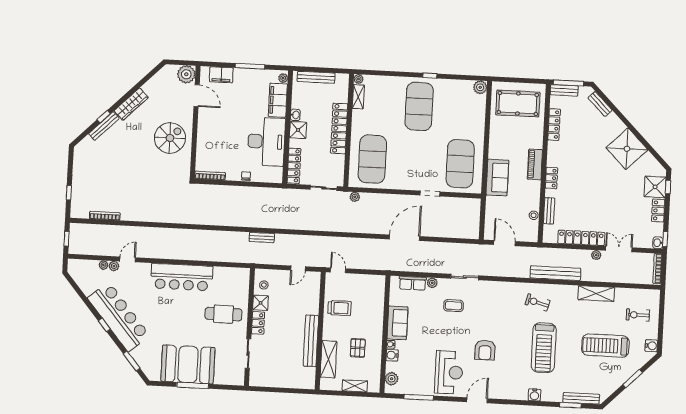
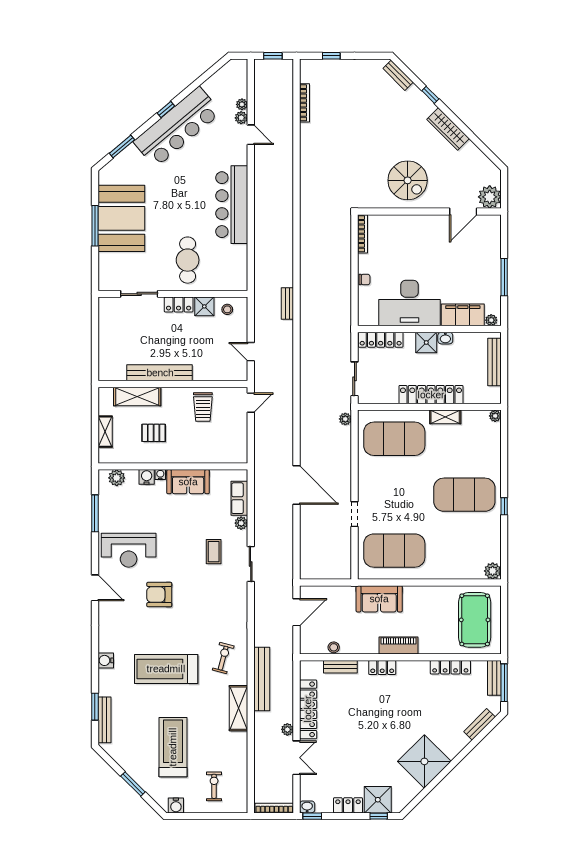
filing cabinet: (221, 75) -> (491, 241), removed
shelving: (358, 97) -> (445, 417), moved
bench: (104, 126) -> (398, 75), moved, width x0.73
shelving: (596, 294) -> (239, 708), moved

